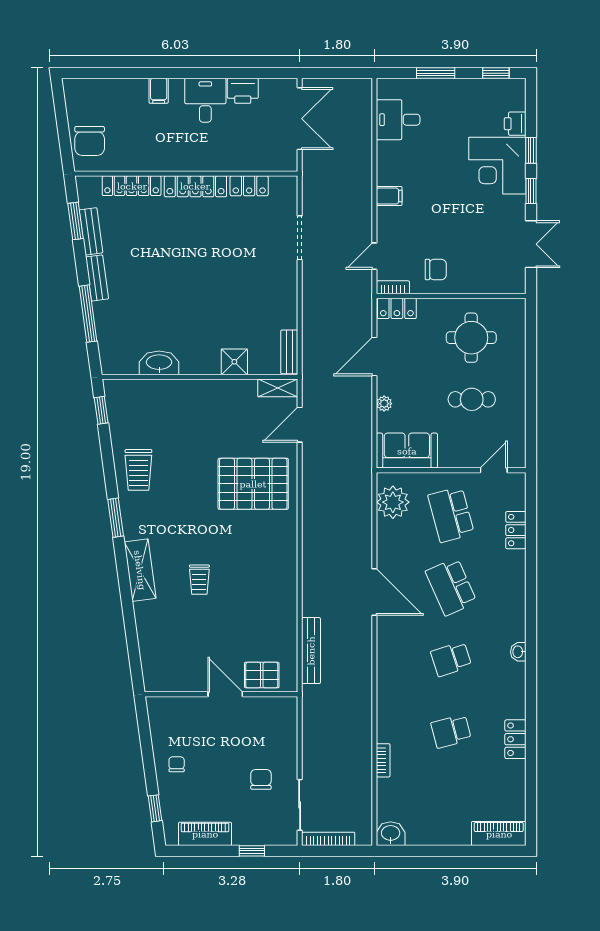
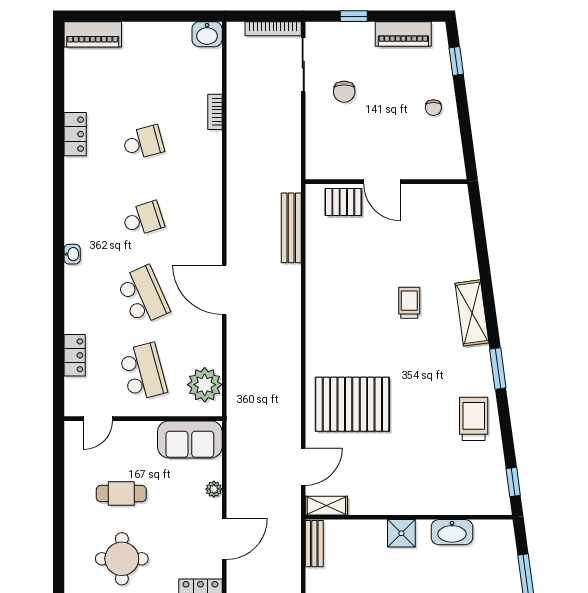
shower: (234, 362) -> (401, 533), moved
washbasin: (518, 652) -> (72, 254), moved

